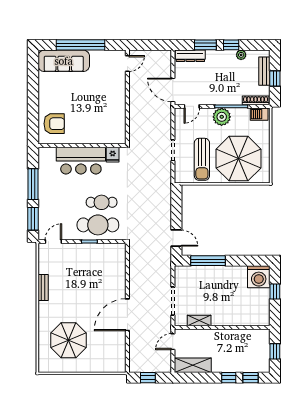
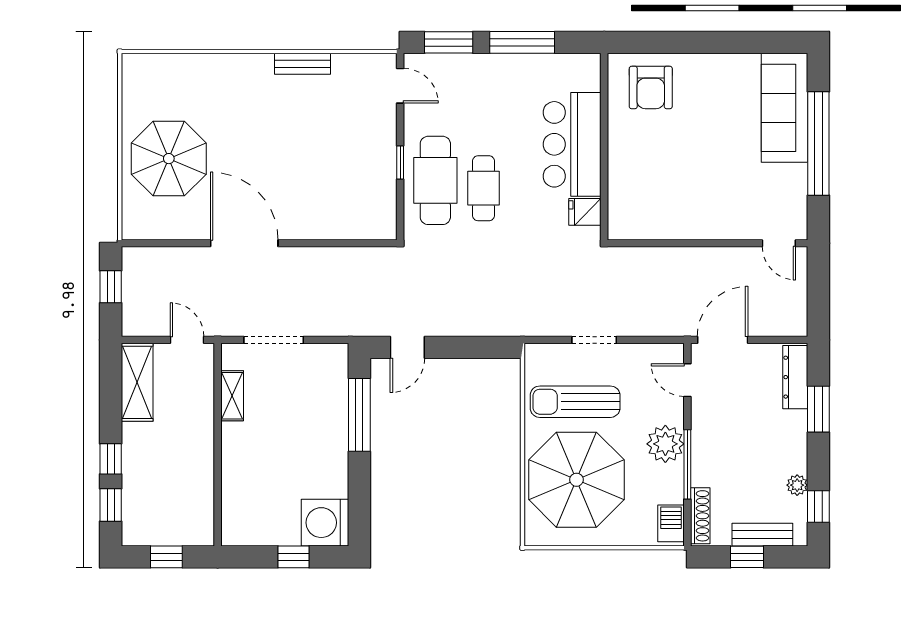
window: (231, 45) -> (818, 507), moved
parasol: (69, 340) -> (169, 159), moved

